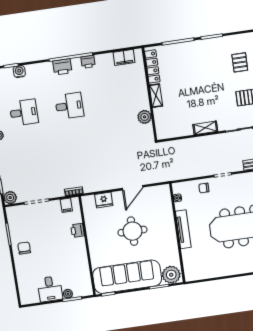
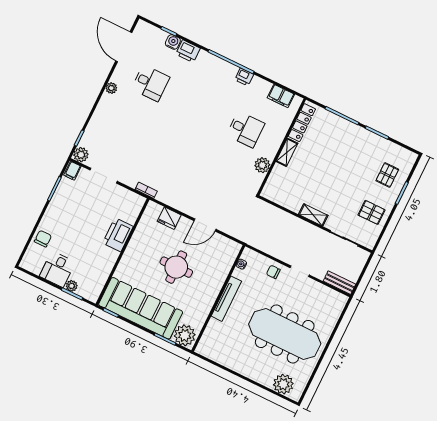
printer: (62, 67) -> (188, 51), moved
desk: (69, 106) -> (246, 129), moved
filing cabinet: (66, 205) -> (72, 171), moved
printer: (77, 230) -> (118, 235), width x1.87, depth x1.48
chair: (24, 248) -> (43, 239), moved

